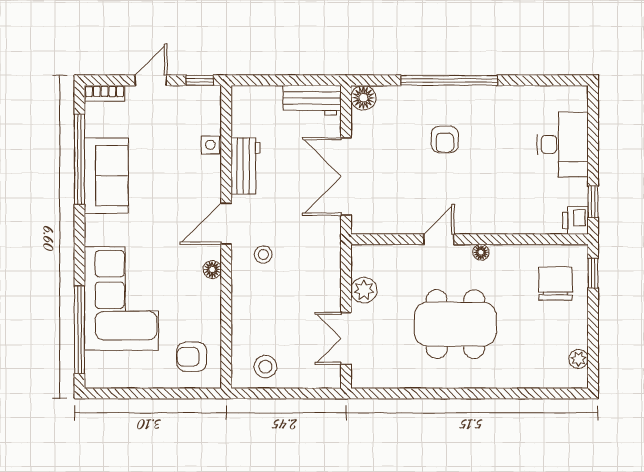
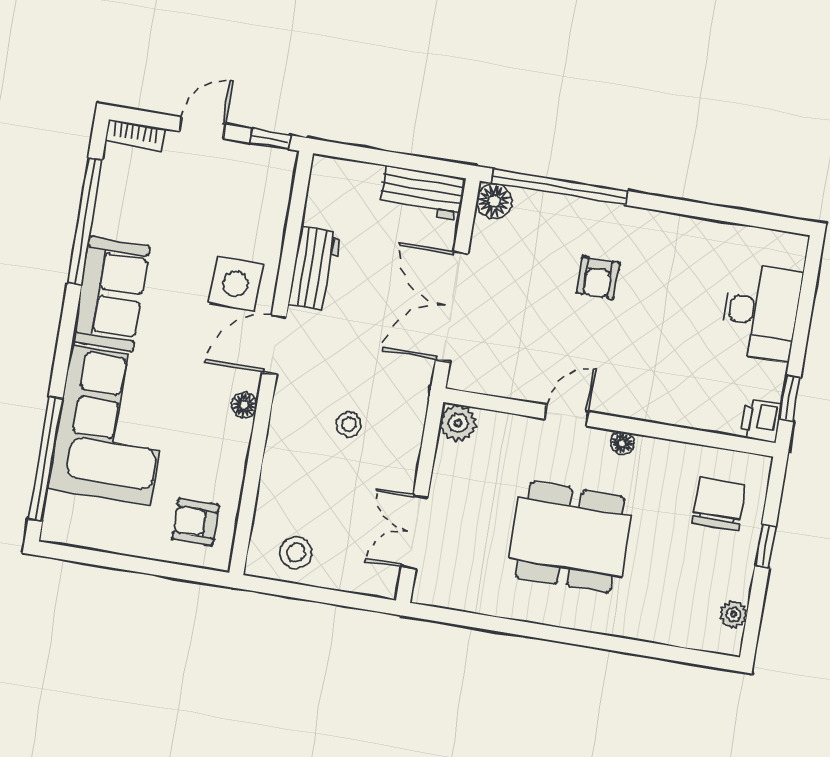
window: (449, 80) -> (559, 187), moved
side table: (210, 145) -> (236, 284), moved, width x1.87, depth x1.87
sofa: (106, 176) -> (111, 294), moved
stool: (263, 254) -> (349, 424), moved
window: (593, 273) -> (766, 546), moved
plant: (364, 290) -> (458, 423), moved

